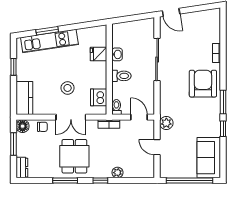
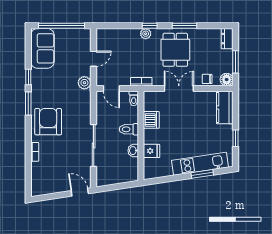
armchair: (203, 84) -> (48, 122), turned 180
stool: (68, 88) -> (182, 117), removed
dishwasher: (99, 97) -> (151, 120), moved
door: (157, 147) -> (94, 59), hinge flipped
plant: (118, 173) -> (146, 34), moved

